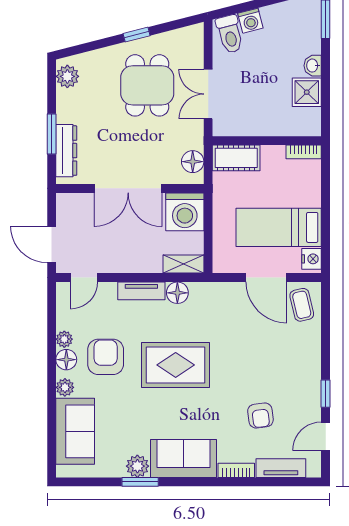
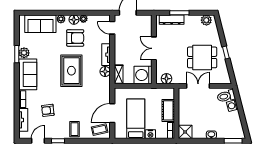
shower: (307, 92) -> (185, 132), moved
cot: (236, 158) -> (168, 110), moved
double door: (128, 188) -> (154, 48), width x0.73
nightstand: (311, 259) -> (150, 134), moved
coffee table: (301, 359) -> (74, 129), added
door: (326, 436) -> (38, 141), hinge flipped

